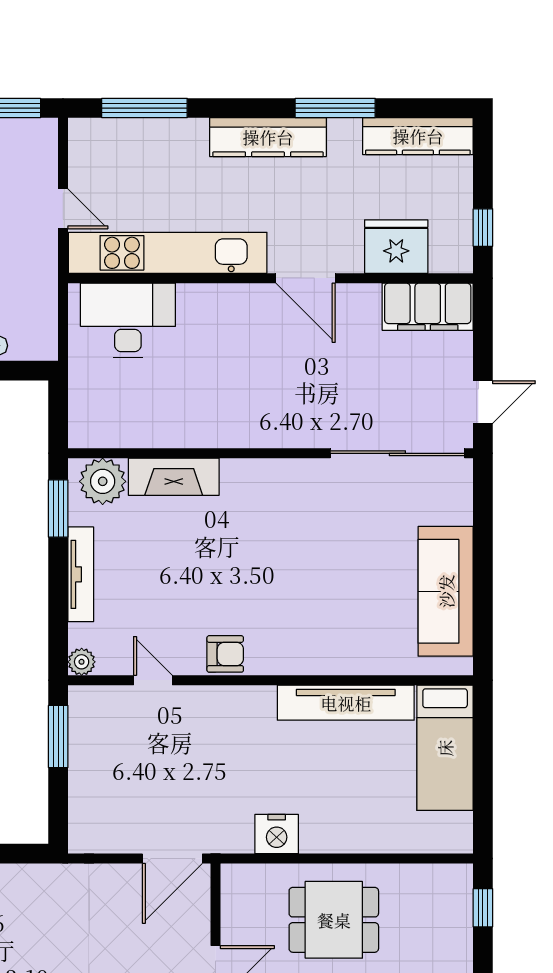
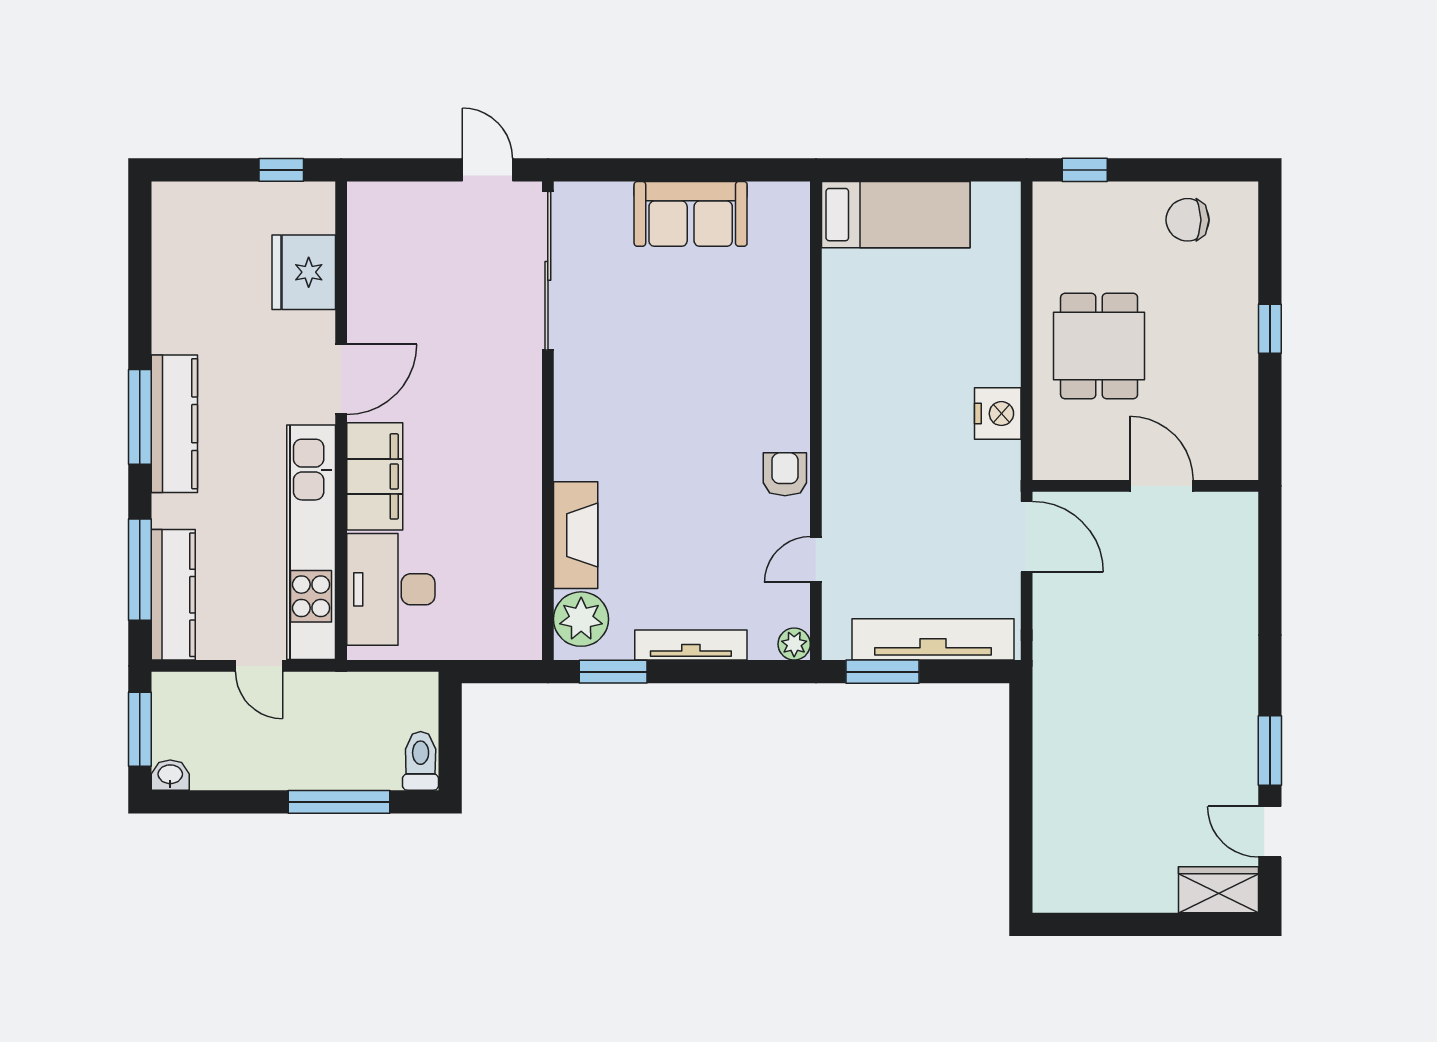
window: (335, 108) -> (140, 417), moved
kitchen counter: (418, 136) -> (173, 595), moved
door: (63, 209) -> (259, 666), swing flipped
filing cabinet: (428, 307) -> (375, 476), moved
sofa: (446, 591) -> (691, 214), width x0.73
tv unit: (346, 703) -> (933, 639), moved, turned -90

